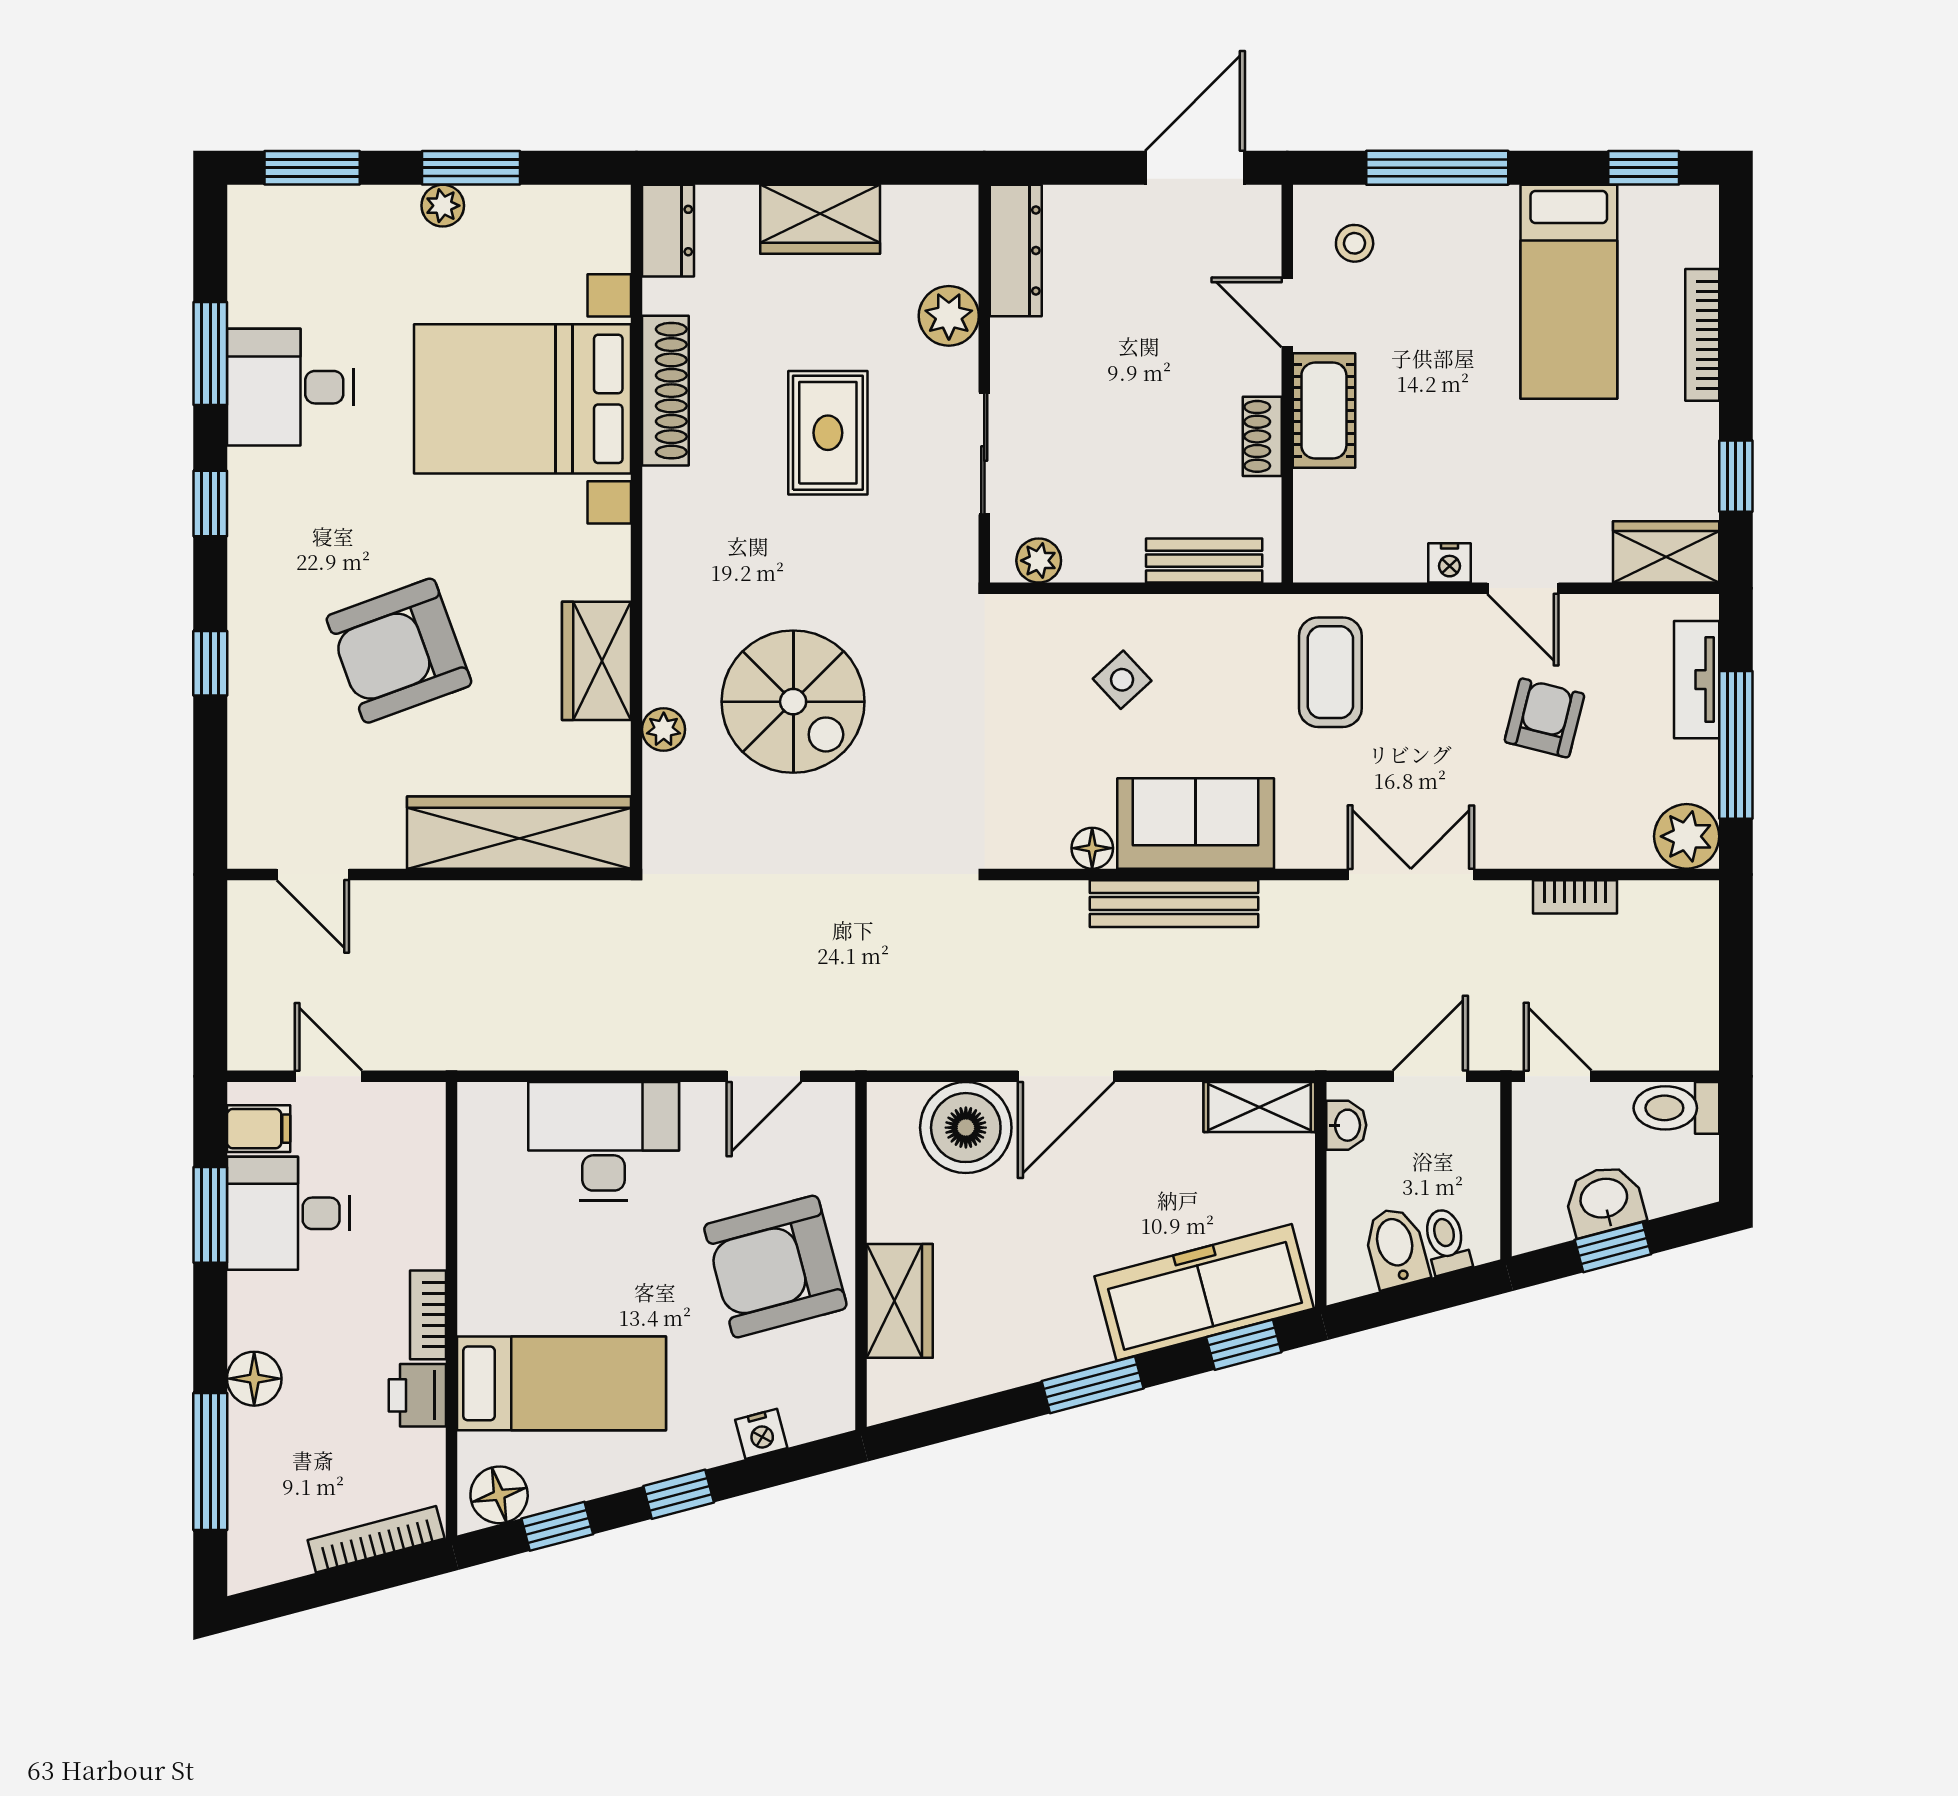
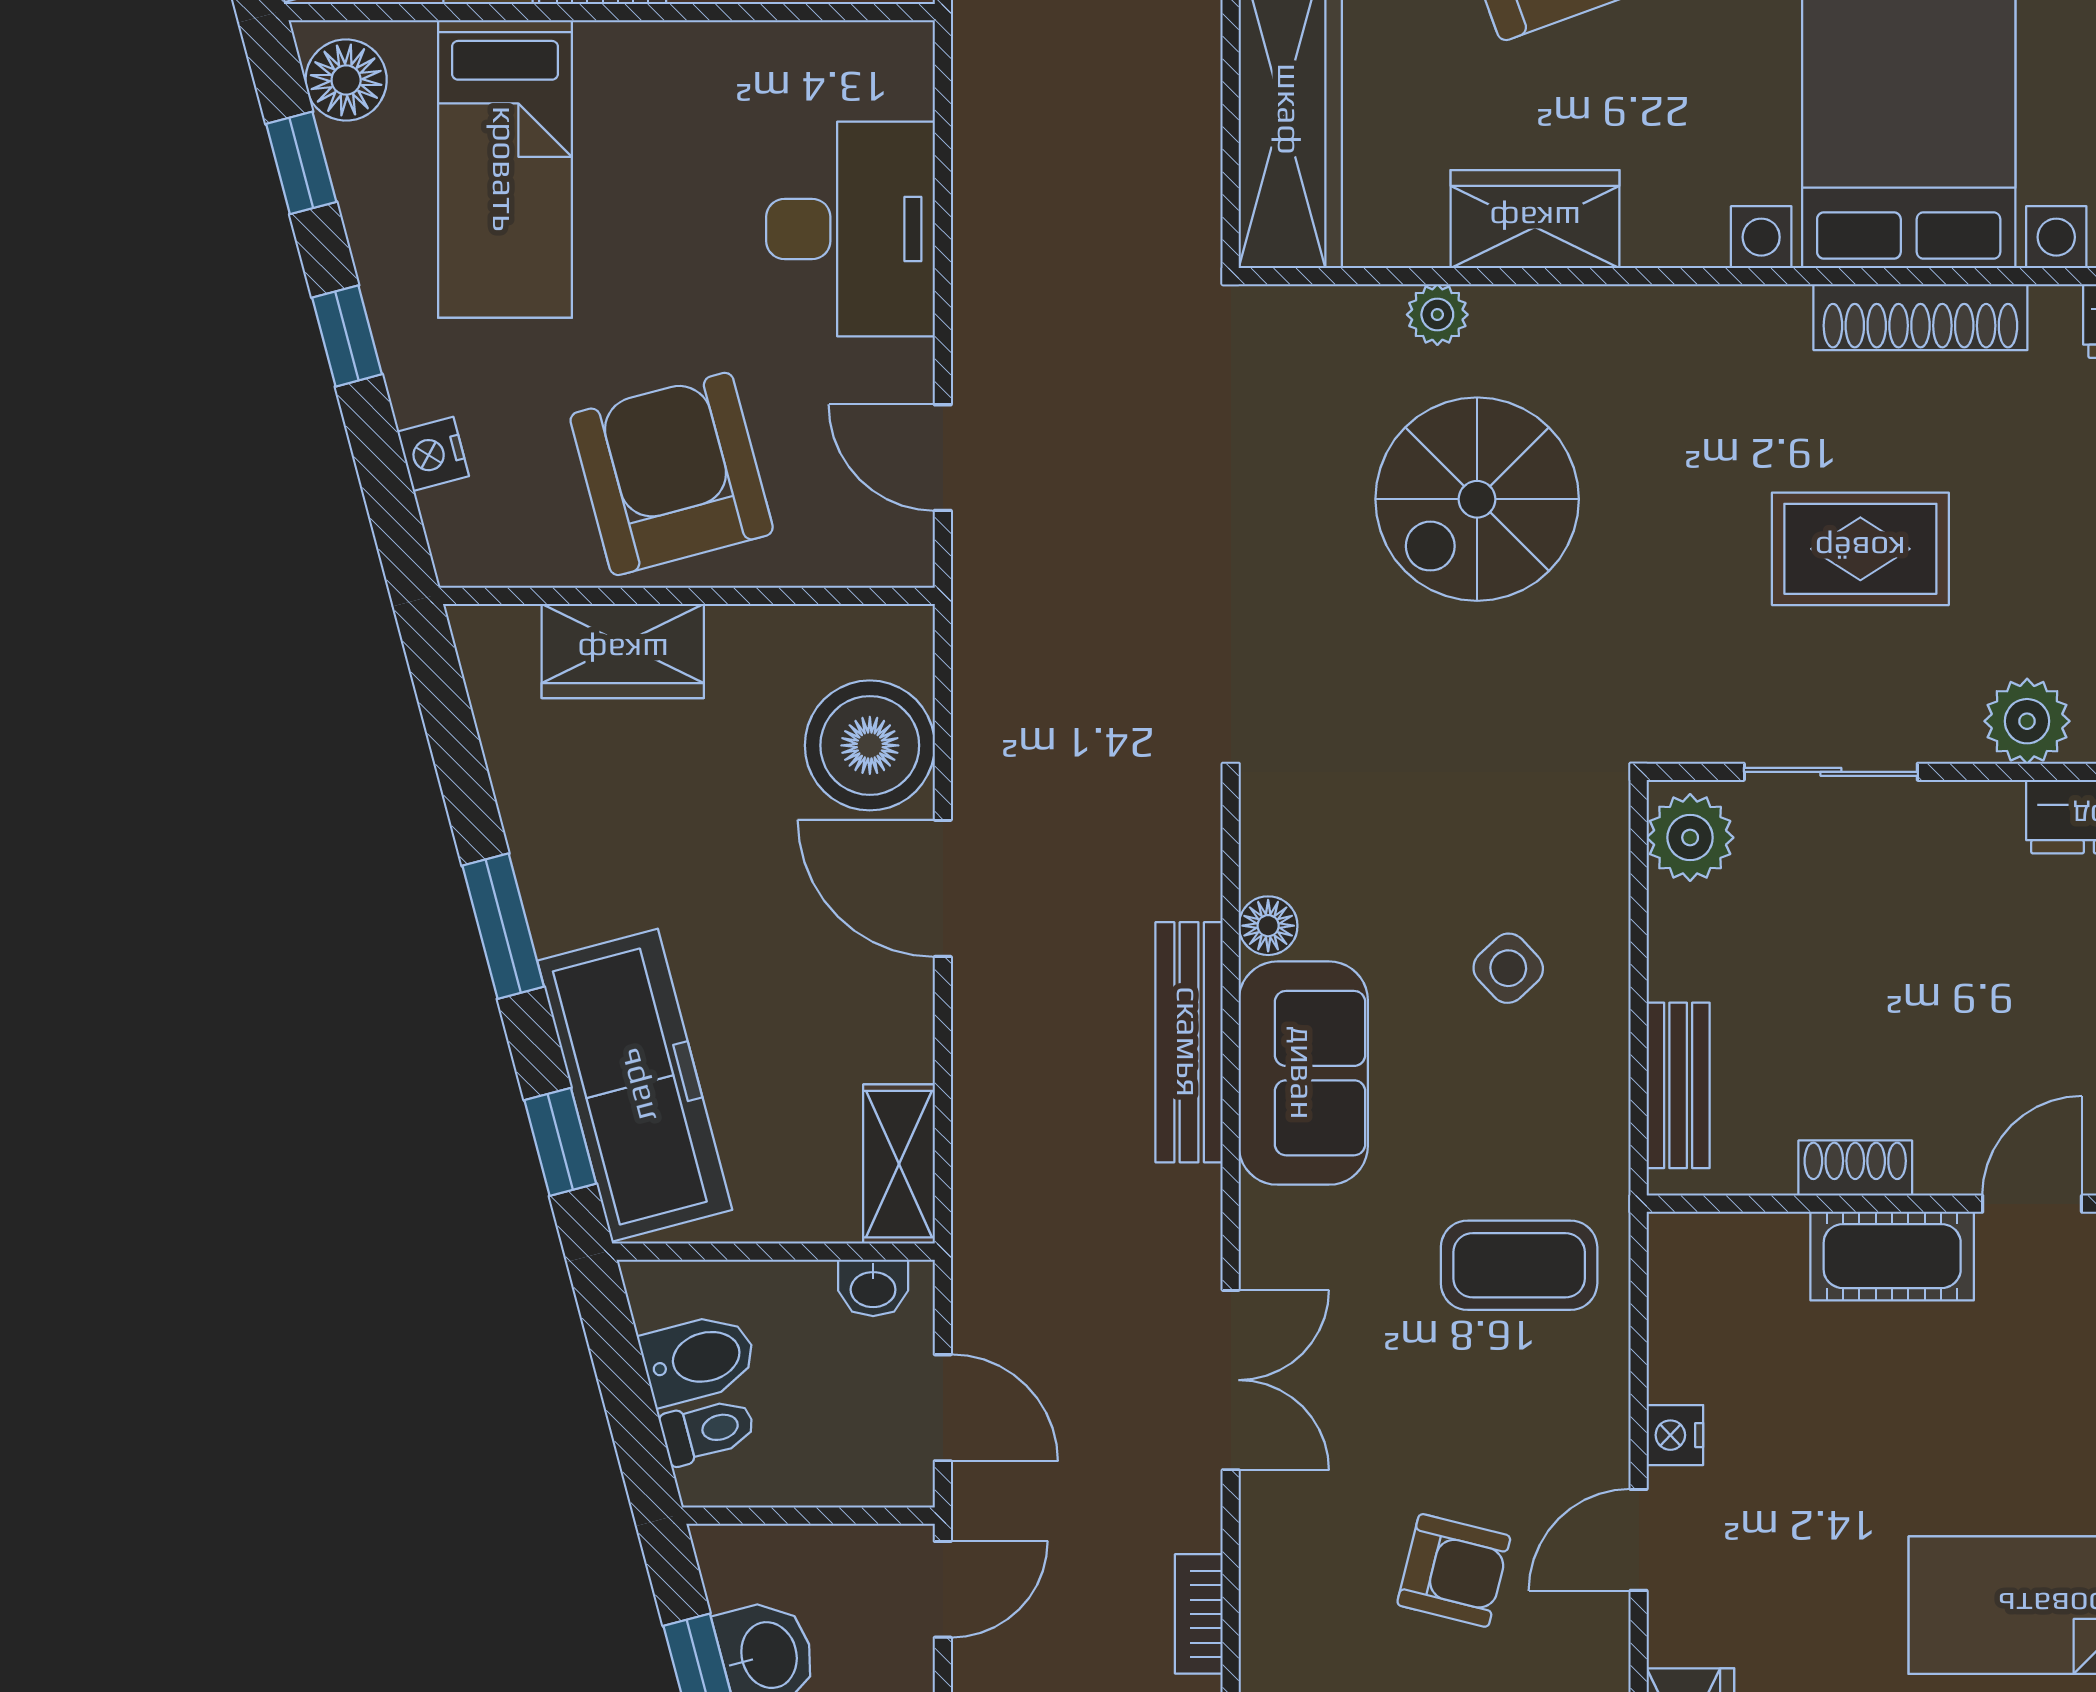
plant: (1039, 561) -> (1690, 838), width x1.38, depth x1.38

